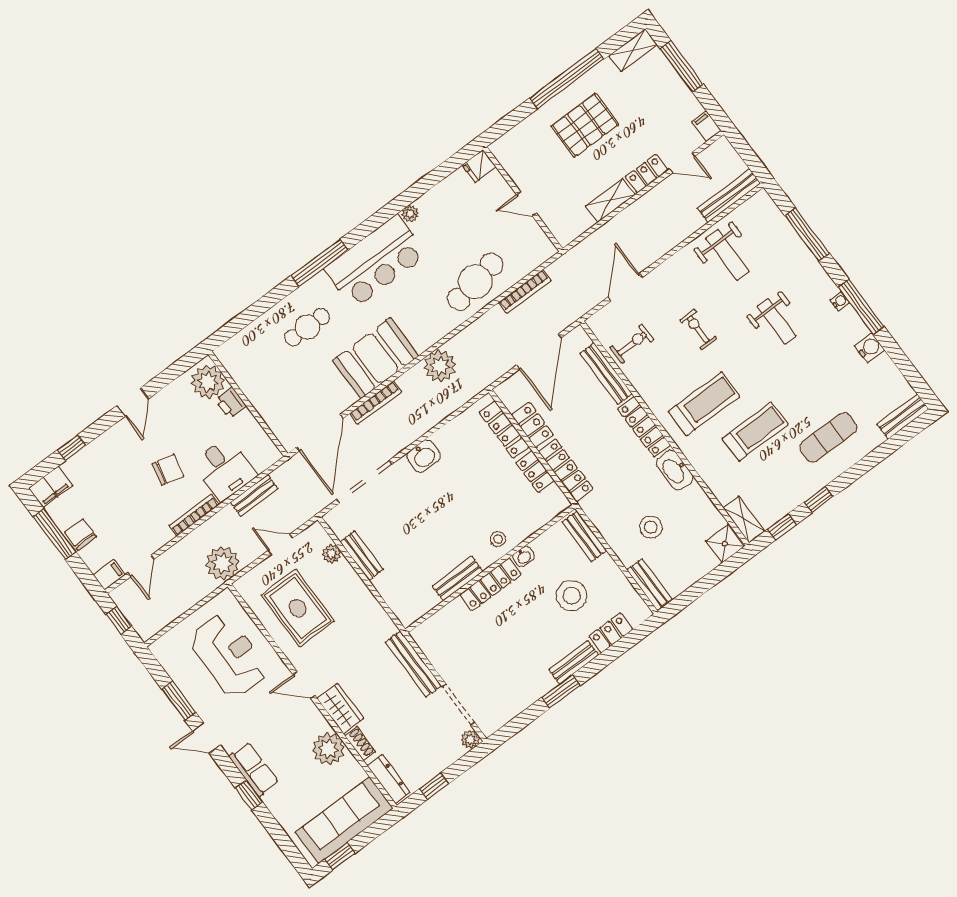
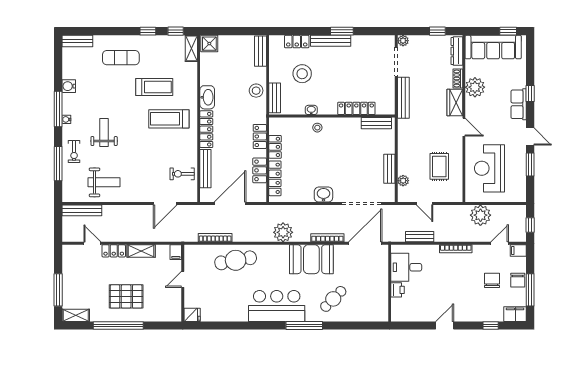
filing cabinet: (706, 126) -> (176, 252), moved
door: (527, 204) -> (183, 279), swing flipped
plant: (410, 214) -> (243, 317), removed
weight bench: (727, 255) -> (104, 182), turned 90
cafe table: (307, 327) -> (333, 299), turned -45
exercise bike: (698, 329) -> (74, 152), moved
plant: (208, 382) -> (401, 308), removed
treadmill: (755, 432) -> (154, 87), turned 180
desk: (225, 469) -> (406, 267), moved, turned -90
chair: (168, 470) -> (492, 280), moved, turned 77
locker: (566, 470) -> (260, 136), width x0.66
stool: (651, 527) -> (256, 91), moved
plant: (223, 563) -> (480, 215), moved
bench: (458, 579) -> (376, 123), moved
locker: (491, 584) -> (356, 108), moved
rug: (298, 608) -> (439, 166), width x0.73, depth x0.70
bench: (574, 662) -> (331, 41), width x1.36

